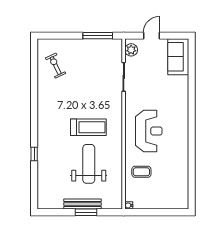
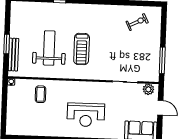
reception desk: (149, 131) -> (86, 115), moved
weight bench: (89, 164) -> (49, 48), turned -90
bench: (83, 204) -> (13, 55), moved

